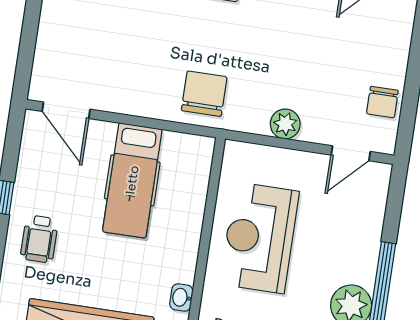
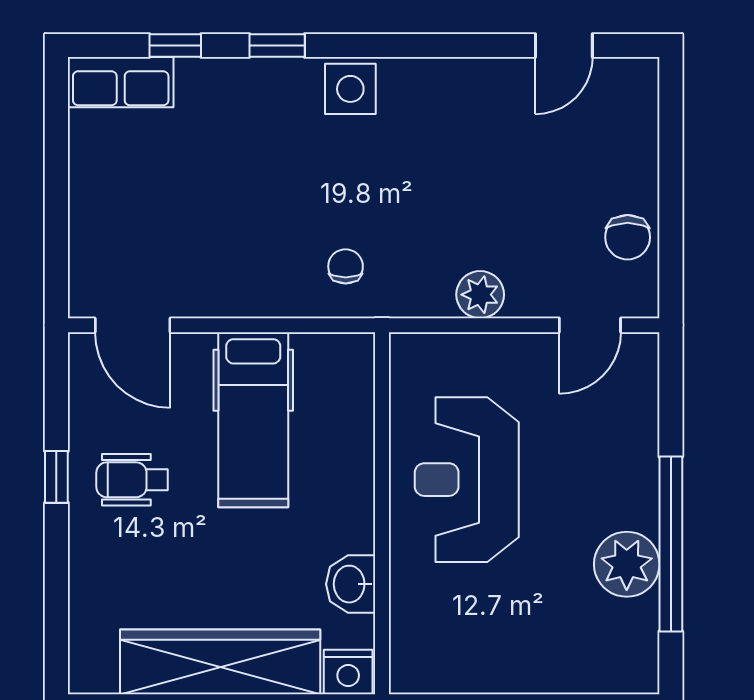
chair: (204, 94) -> (346, 266), width x0.54, depth x0.54
wheelchair: (39, 239) -> (132, 480), moved, turned 90
washbasin: (181, 298) -> (351, 584), width x1.38, depth x1.45

